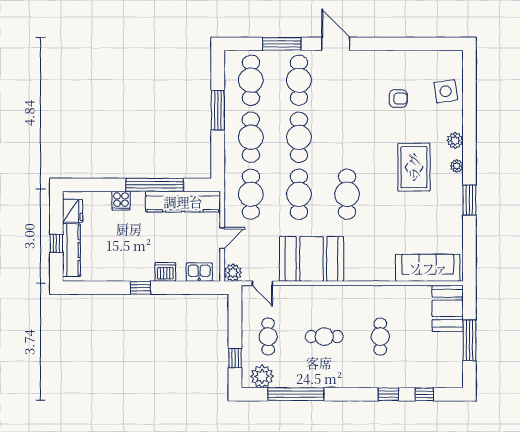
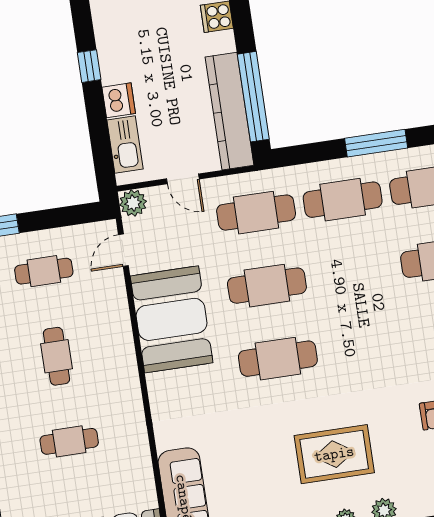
cafe table: (299, 137) -> (354, 273), removed
window: (155, 185) -> (253, 97), moved
kitchen sink: (199, 272) -> (125, 145), width x1.38

